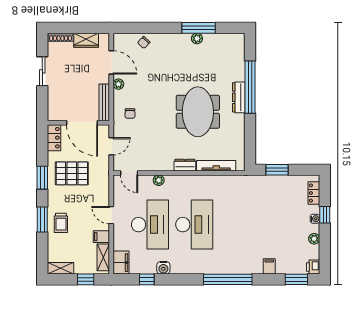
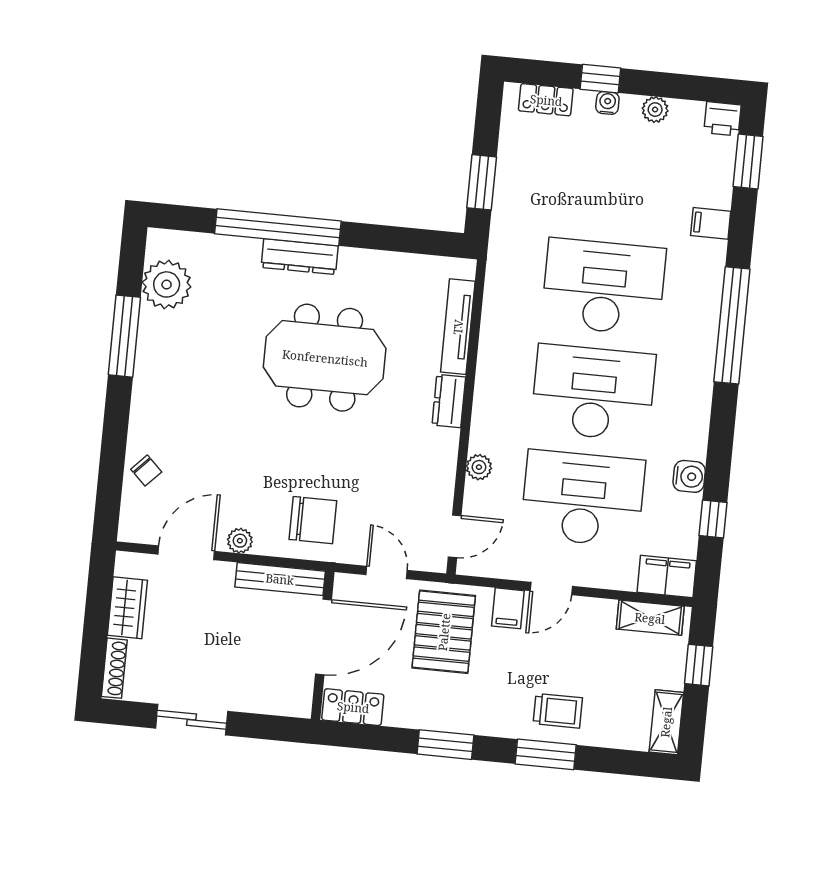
plant: (197, 39) -> (167, 284), moved, width x1.87, depth x1.87
chair: (130, 114) -> (313, 520), width x1.87, depth x1.87
pallet: (72, 173) -> (444, 632), moved
desk: (239, 225) -> (604, 287), added
filing cabinet: (101, 237) -> (508, 608), moved

